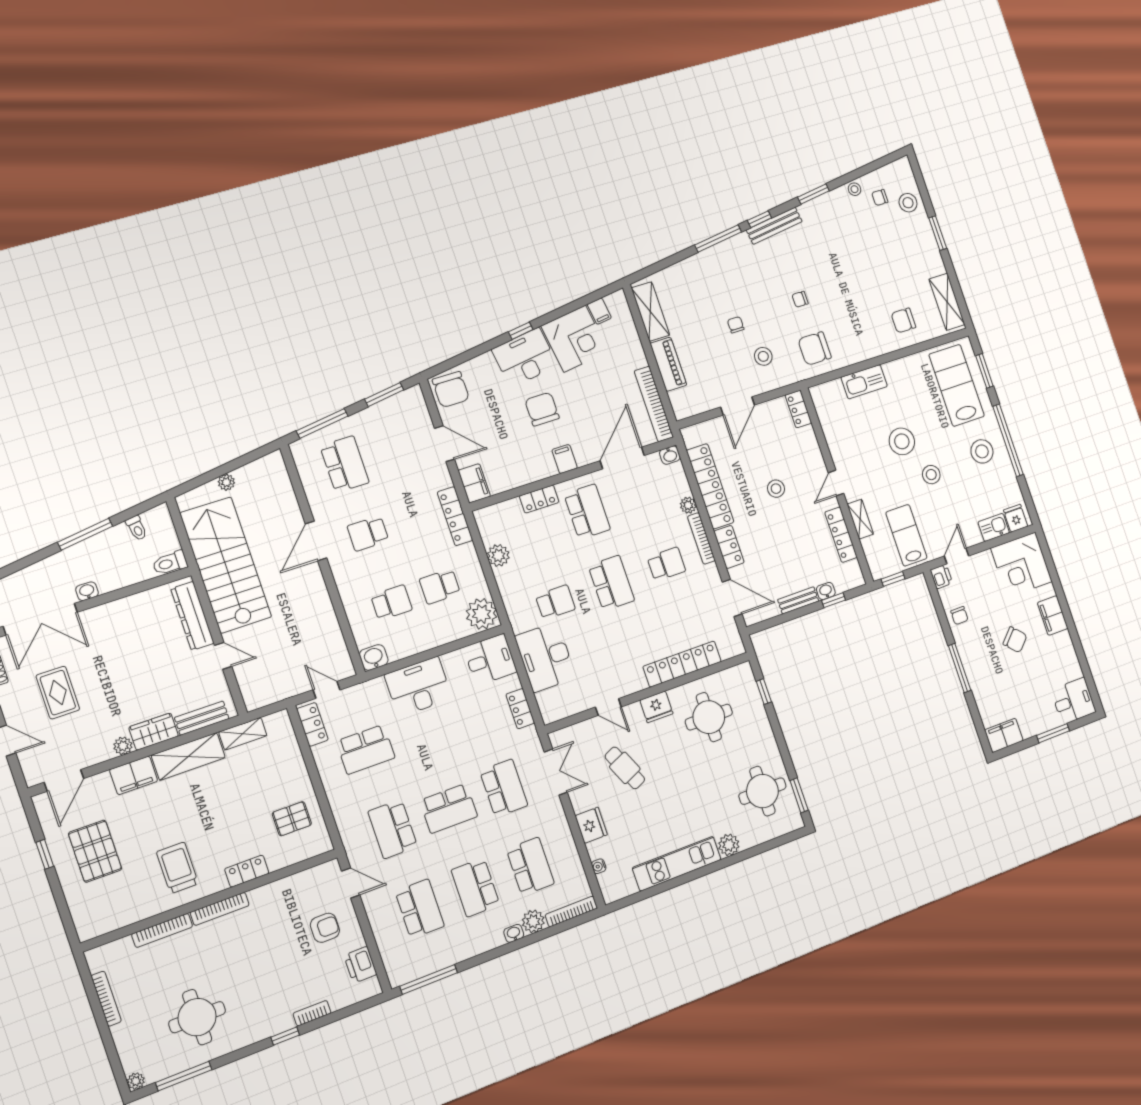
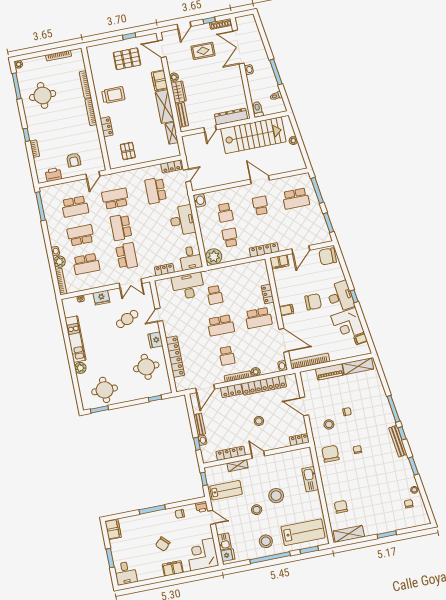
stool: (908, 203) -> (405, 520), removed
plant: (498, 555) -> (242, 269), removed
school desk: (504, 788) -> (127, 256), turned -90

